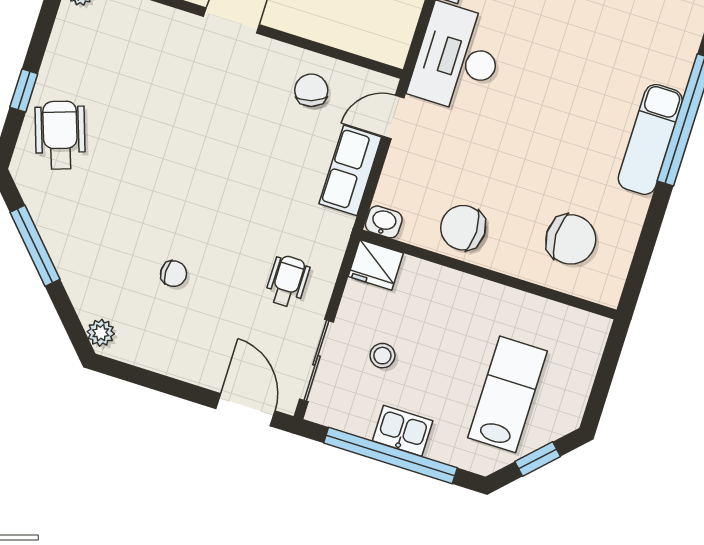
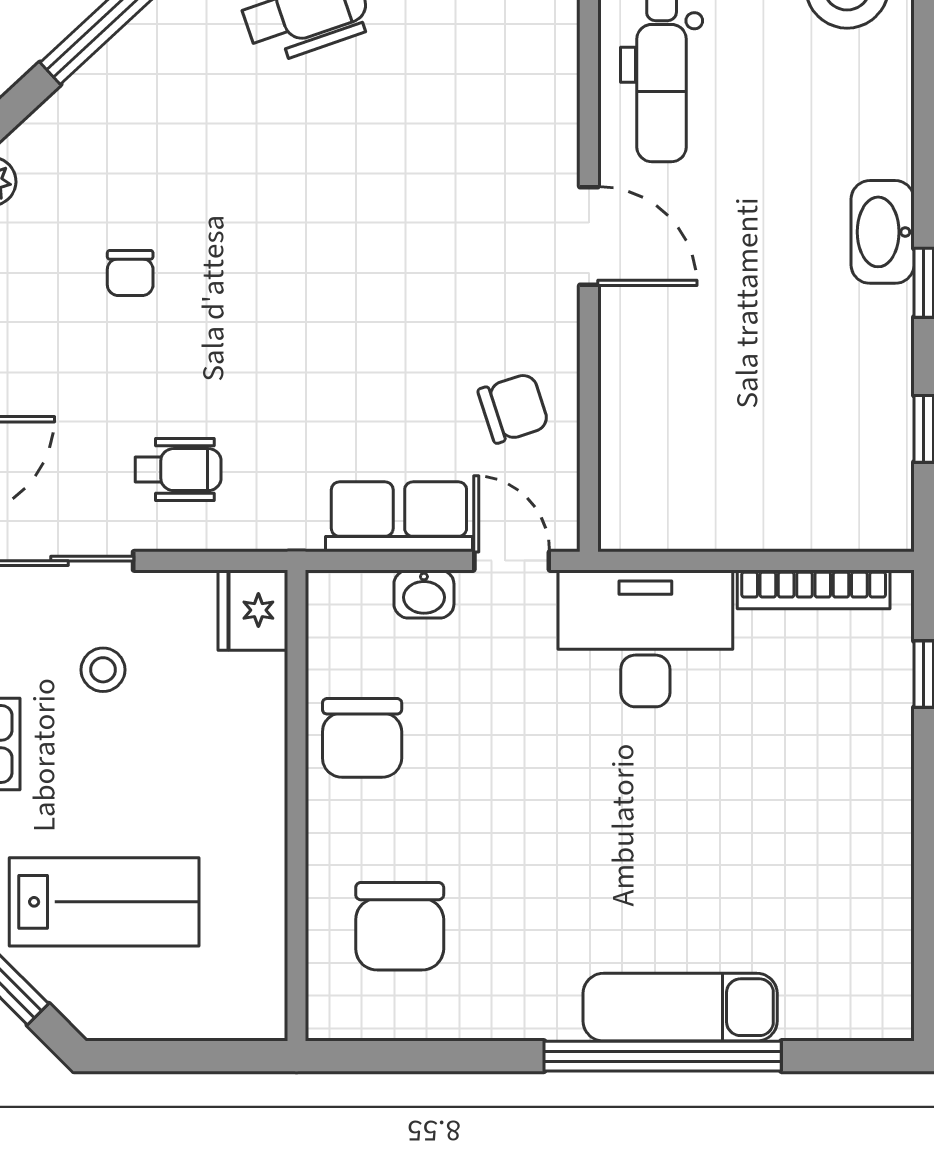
exam couch: (650, 139) -> (680, 1007), moved
washbasin: (384, 222) -> (424, 594), moved, turned 90
chair: (463, 228) -> (362, 738), turned 180

